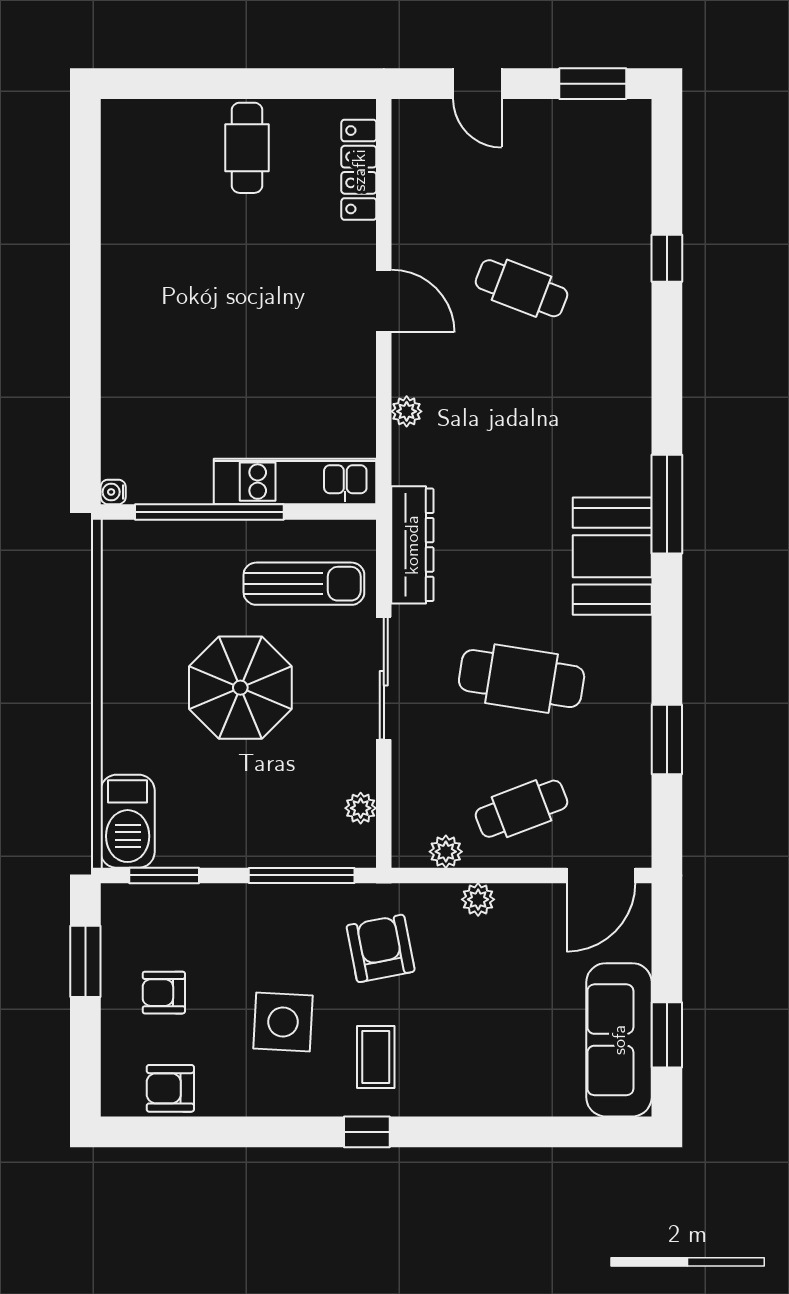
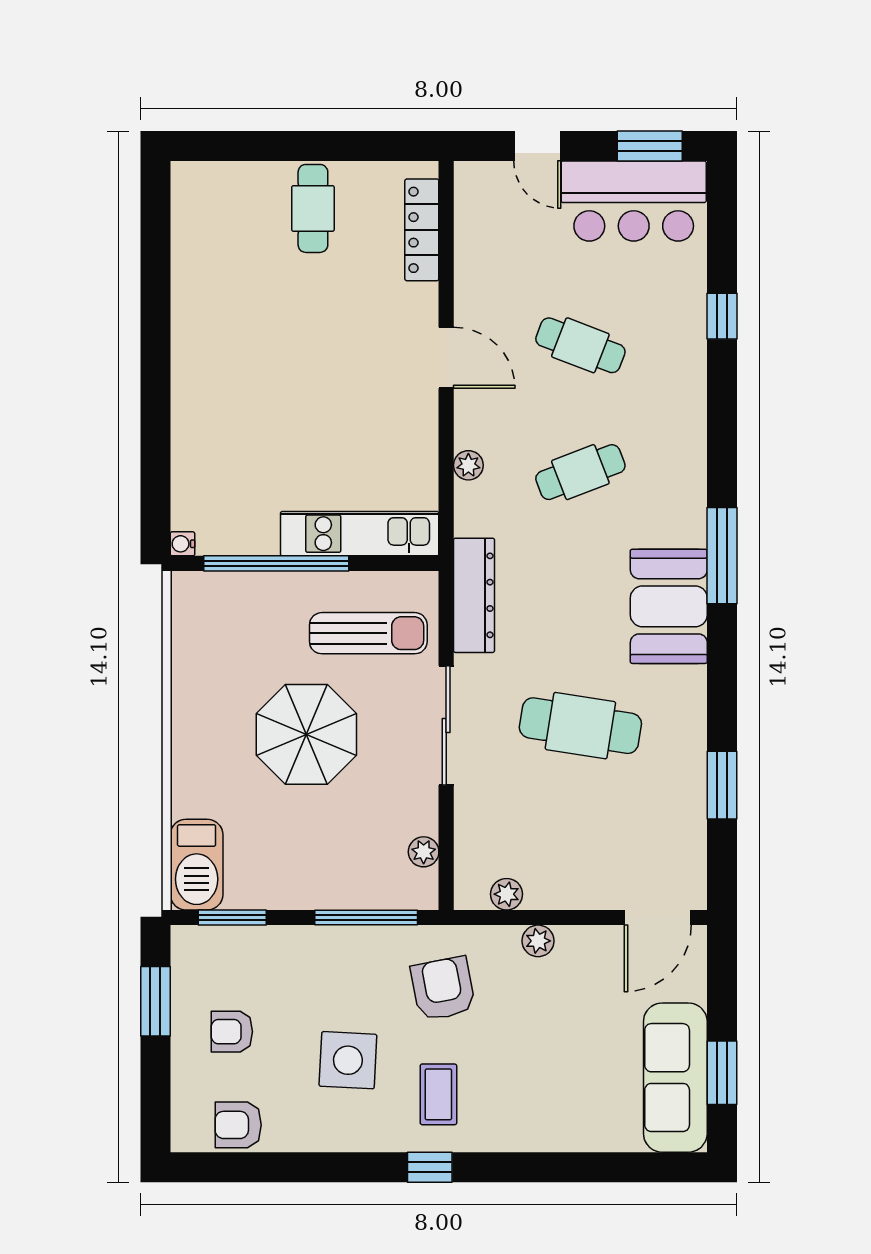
bar counter: (576, 140) -> (634, 201), added
cafe table: (522, 809) -> (580, 472), moved

